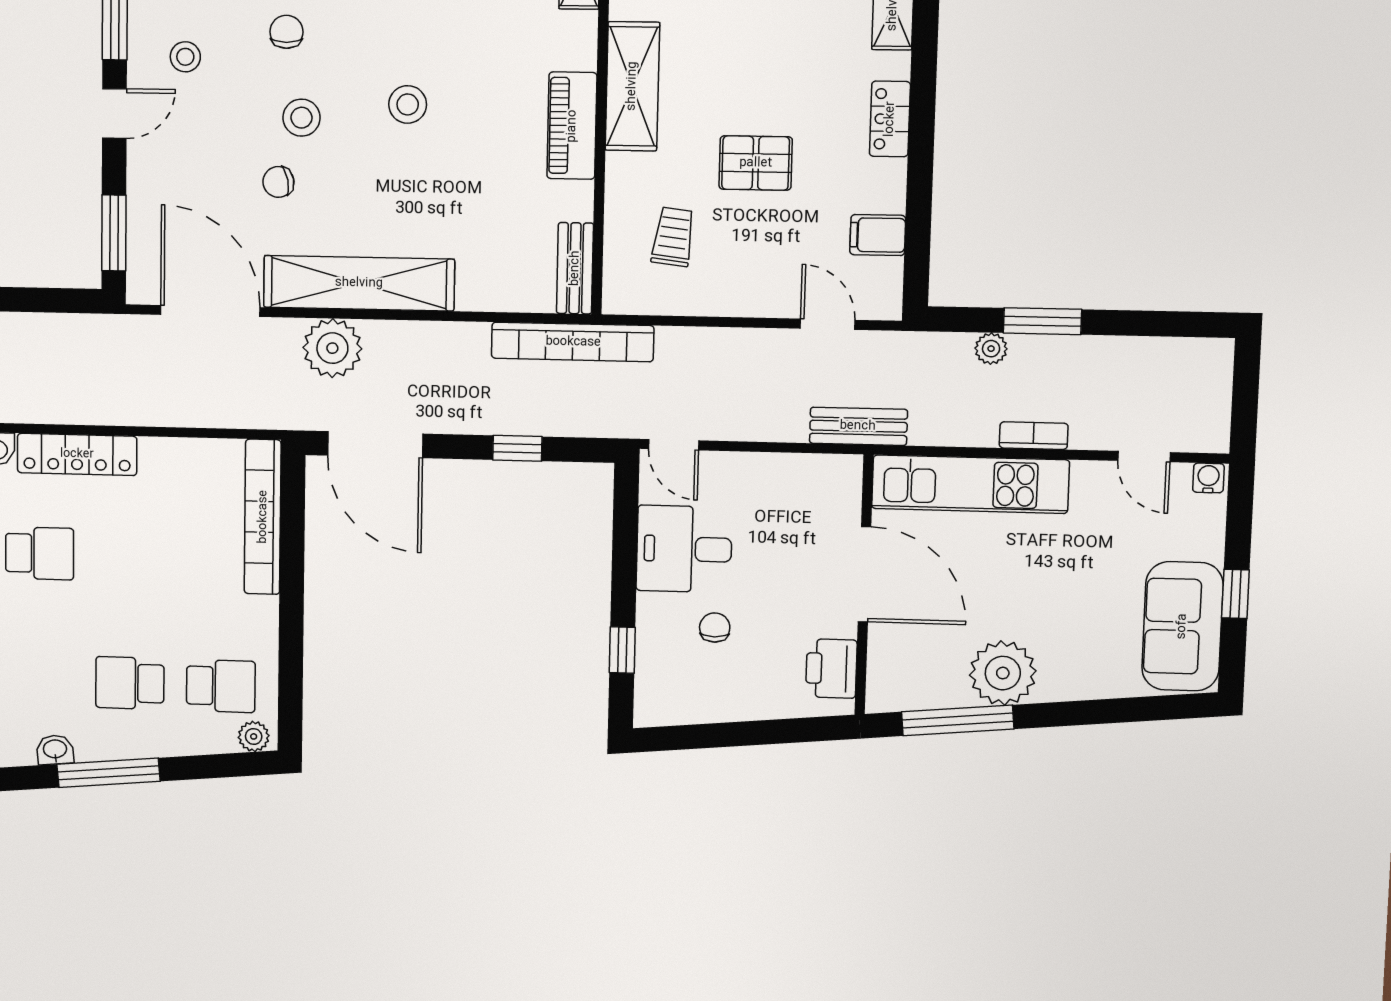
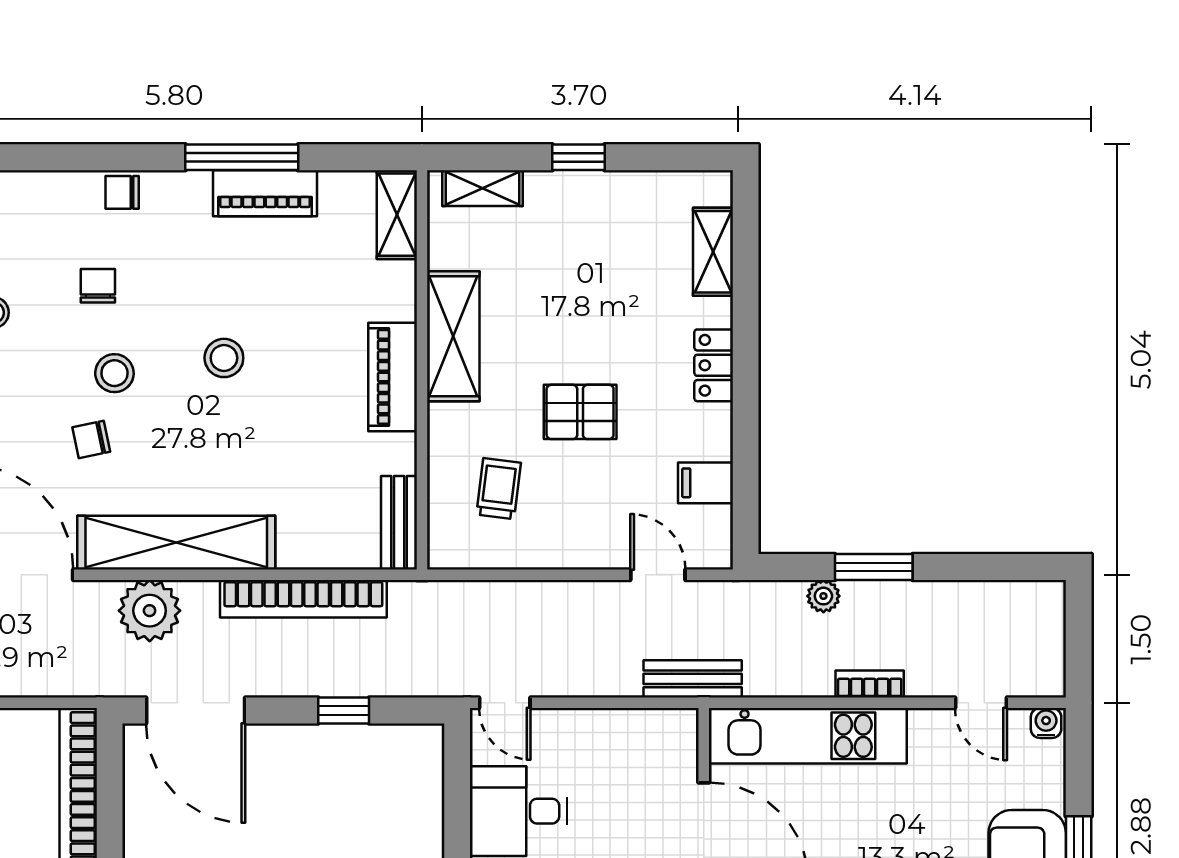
bookcase: (573, 342) -> (303, 599), moved

